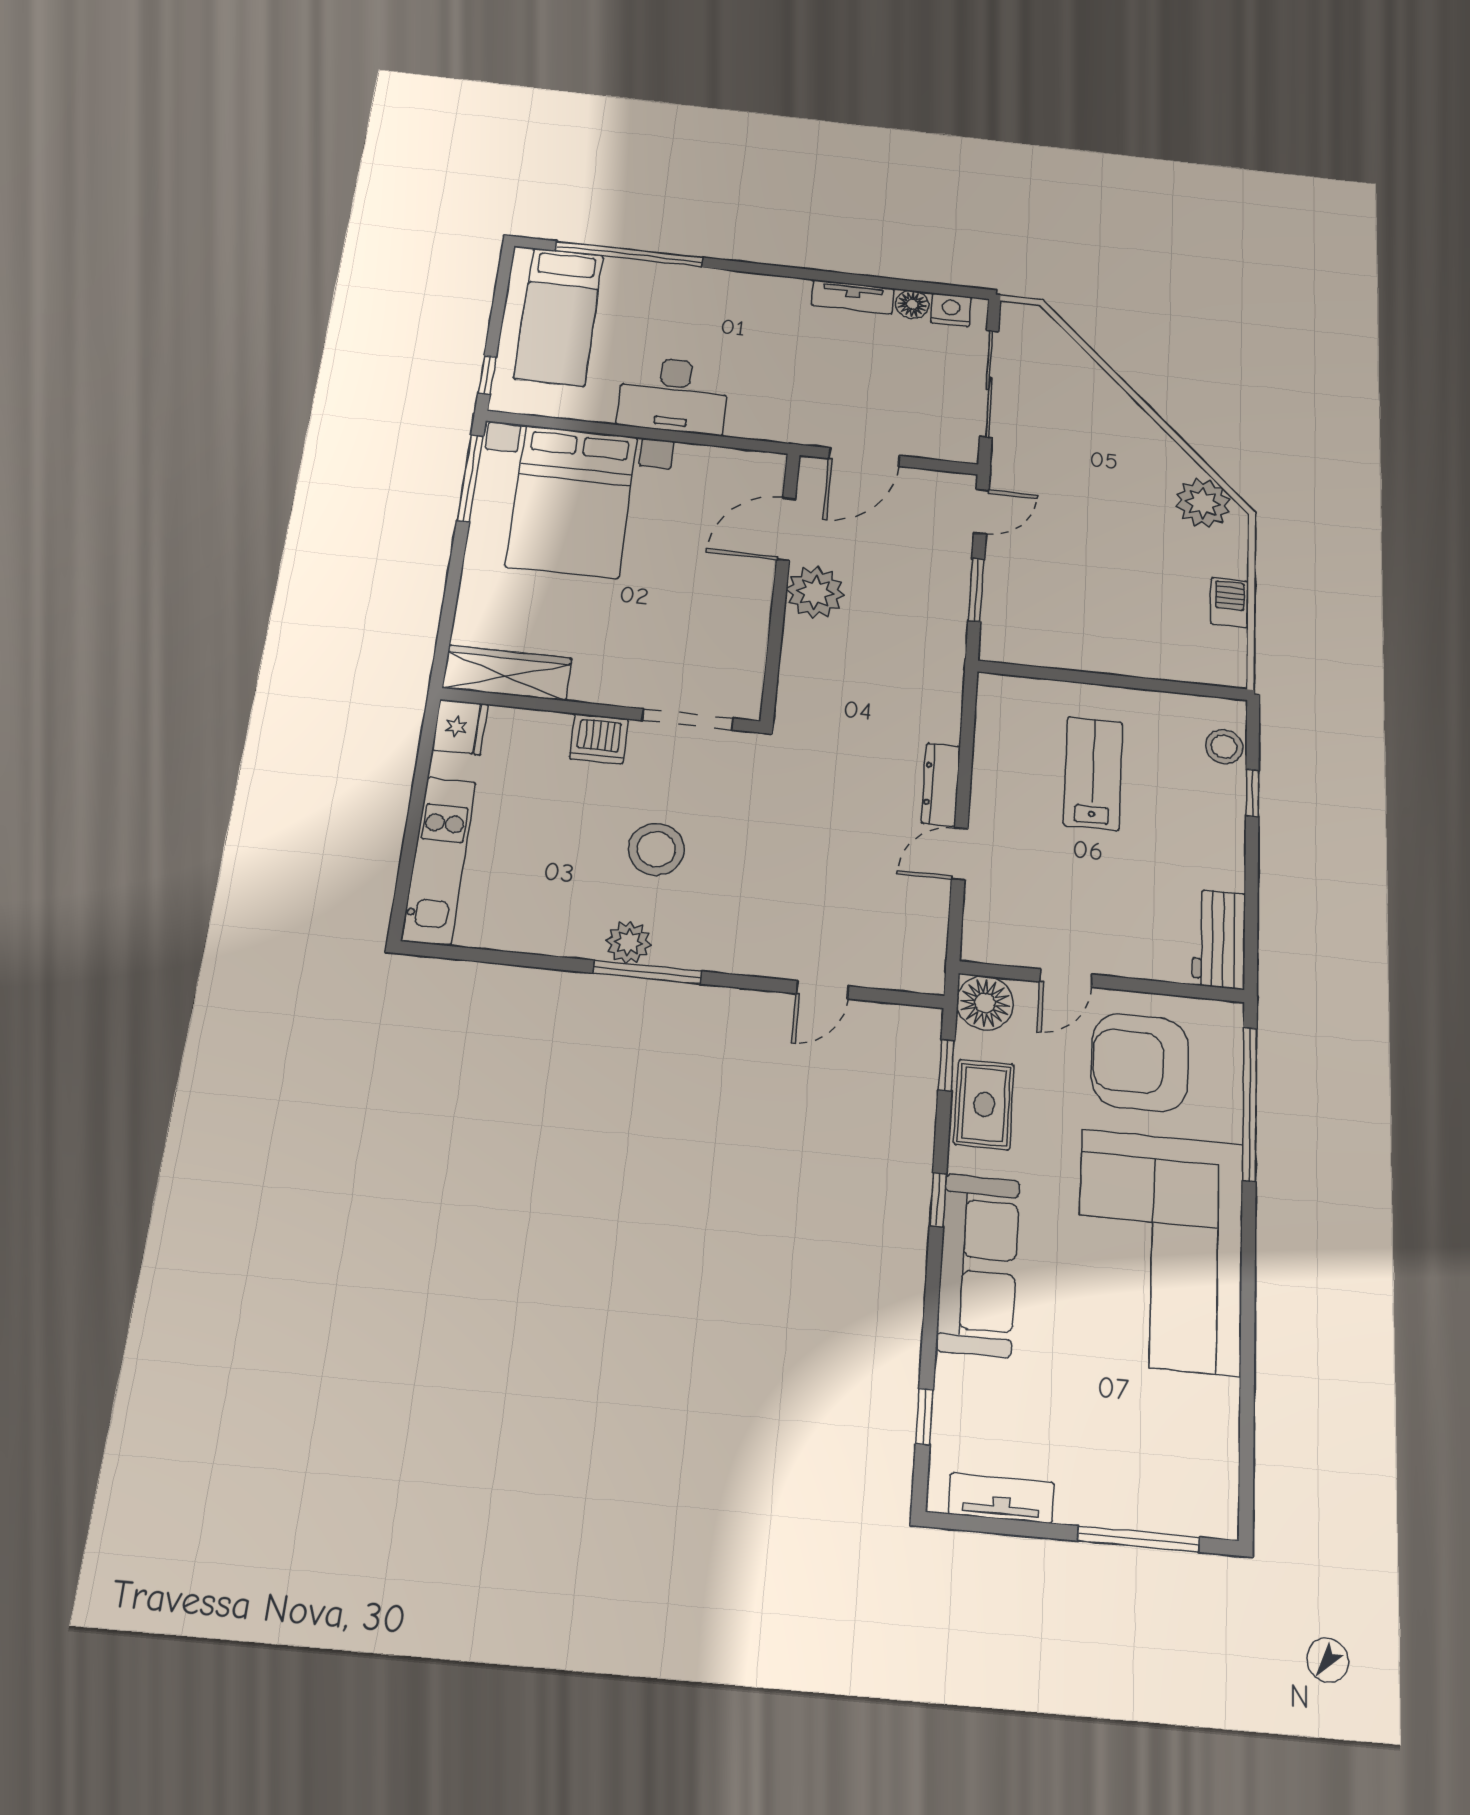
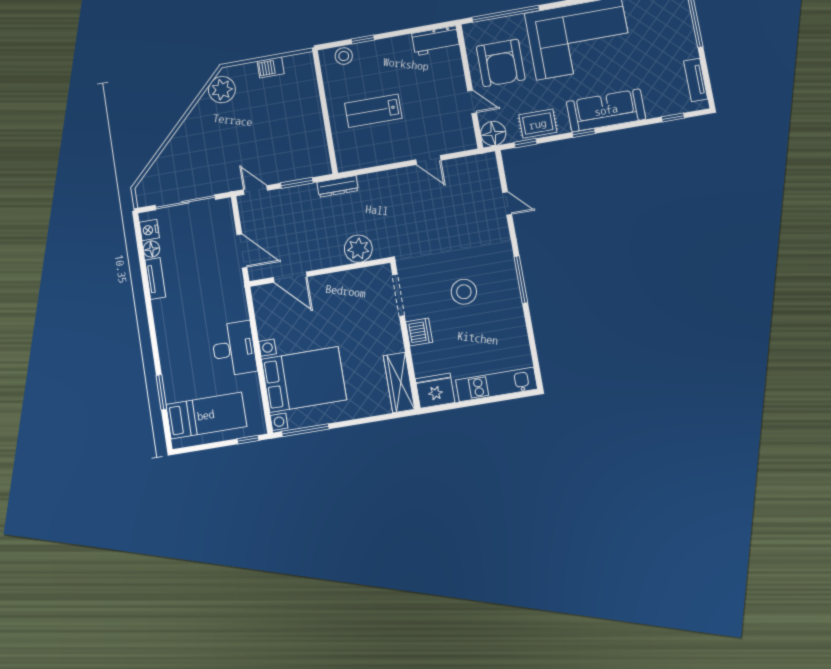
window: (629, 254) -> (161, 392), width x0.47
plant: (815, 592) -> (358, 249), moved
fridge: (460, 727) -> (435, 391), width x1.36, depth x1.34
dresser: (941, 785) -> (338, 186), moved
plant: (628, 942) -> (510, 291), removed

